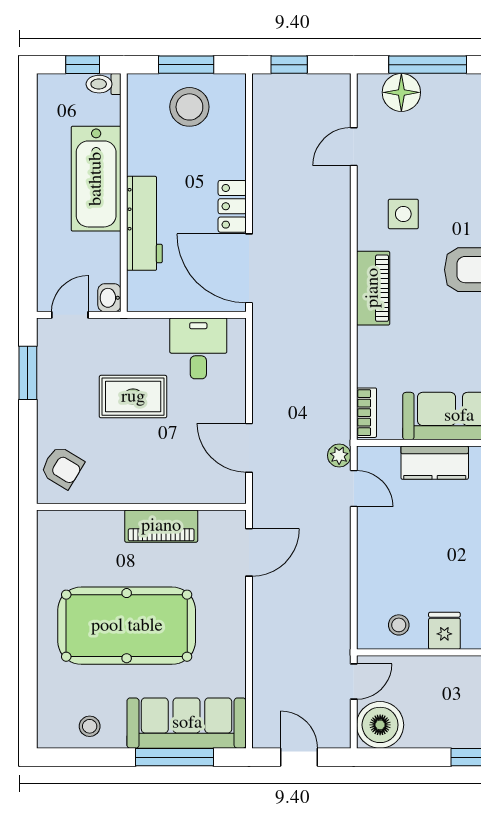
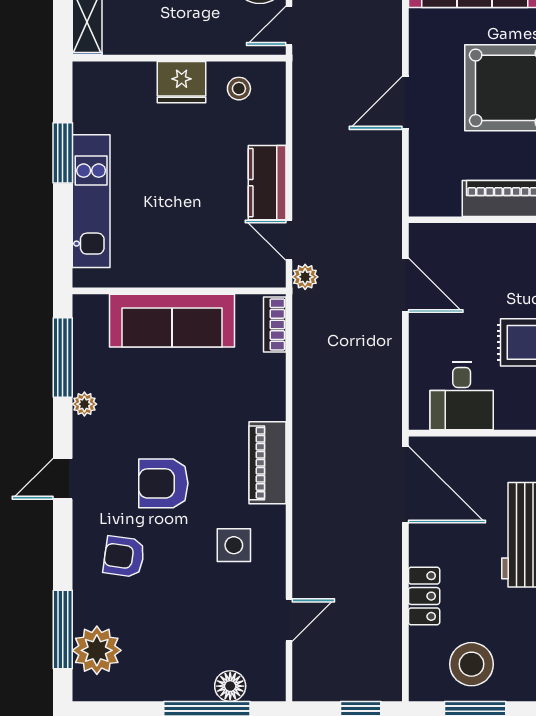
floor lamp: (401, 92) -> (230, 686), width x0.73, depth x0.73
locker: (232, 206) -> (424, 596), moved
kitchen counter: (435, 463) -> (267, 183), moved, turned -90
door: (249, 552) -> (405, 103), moved
fridge: (444, 631) -> (182, 82), width x1.38

